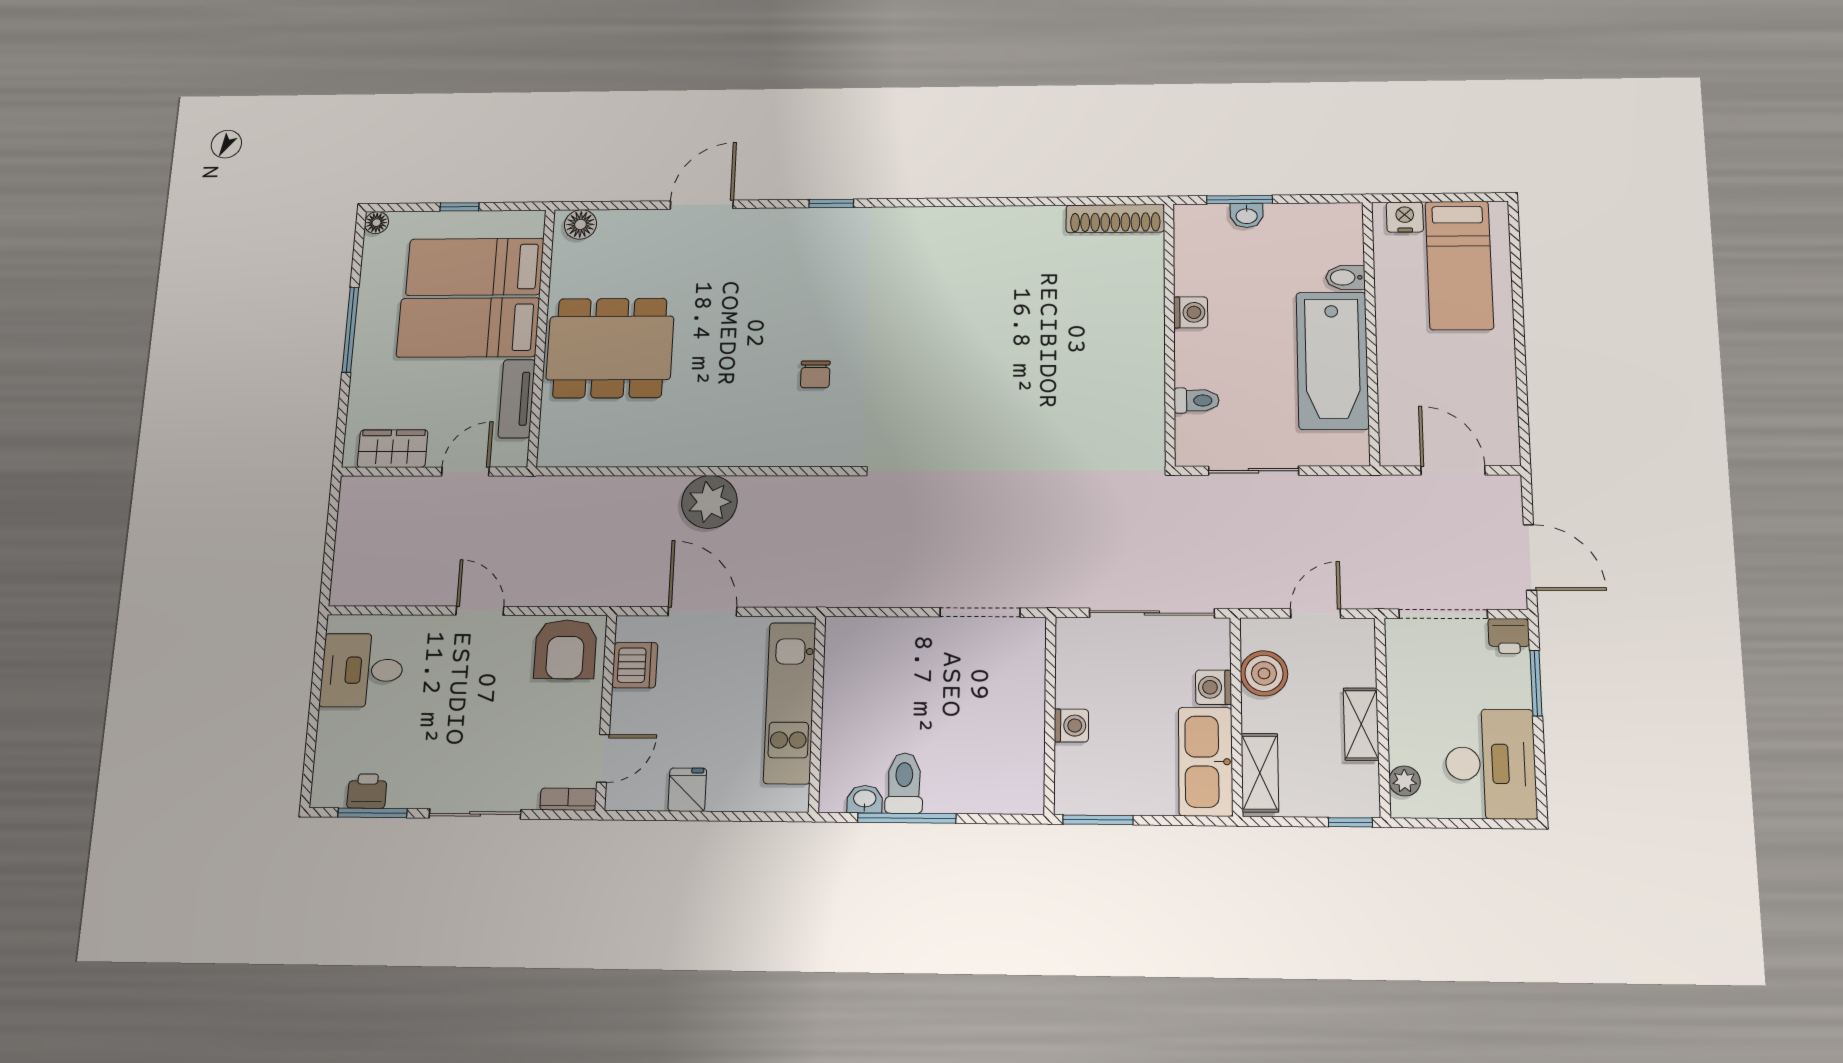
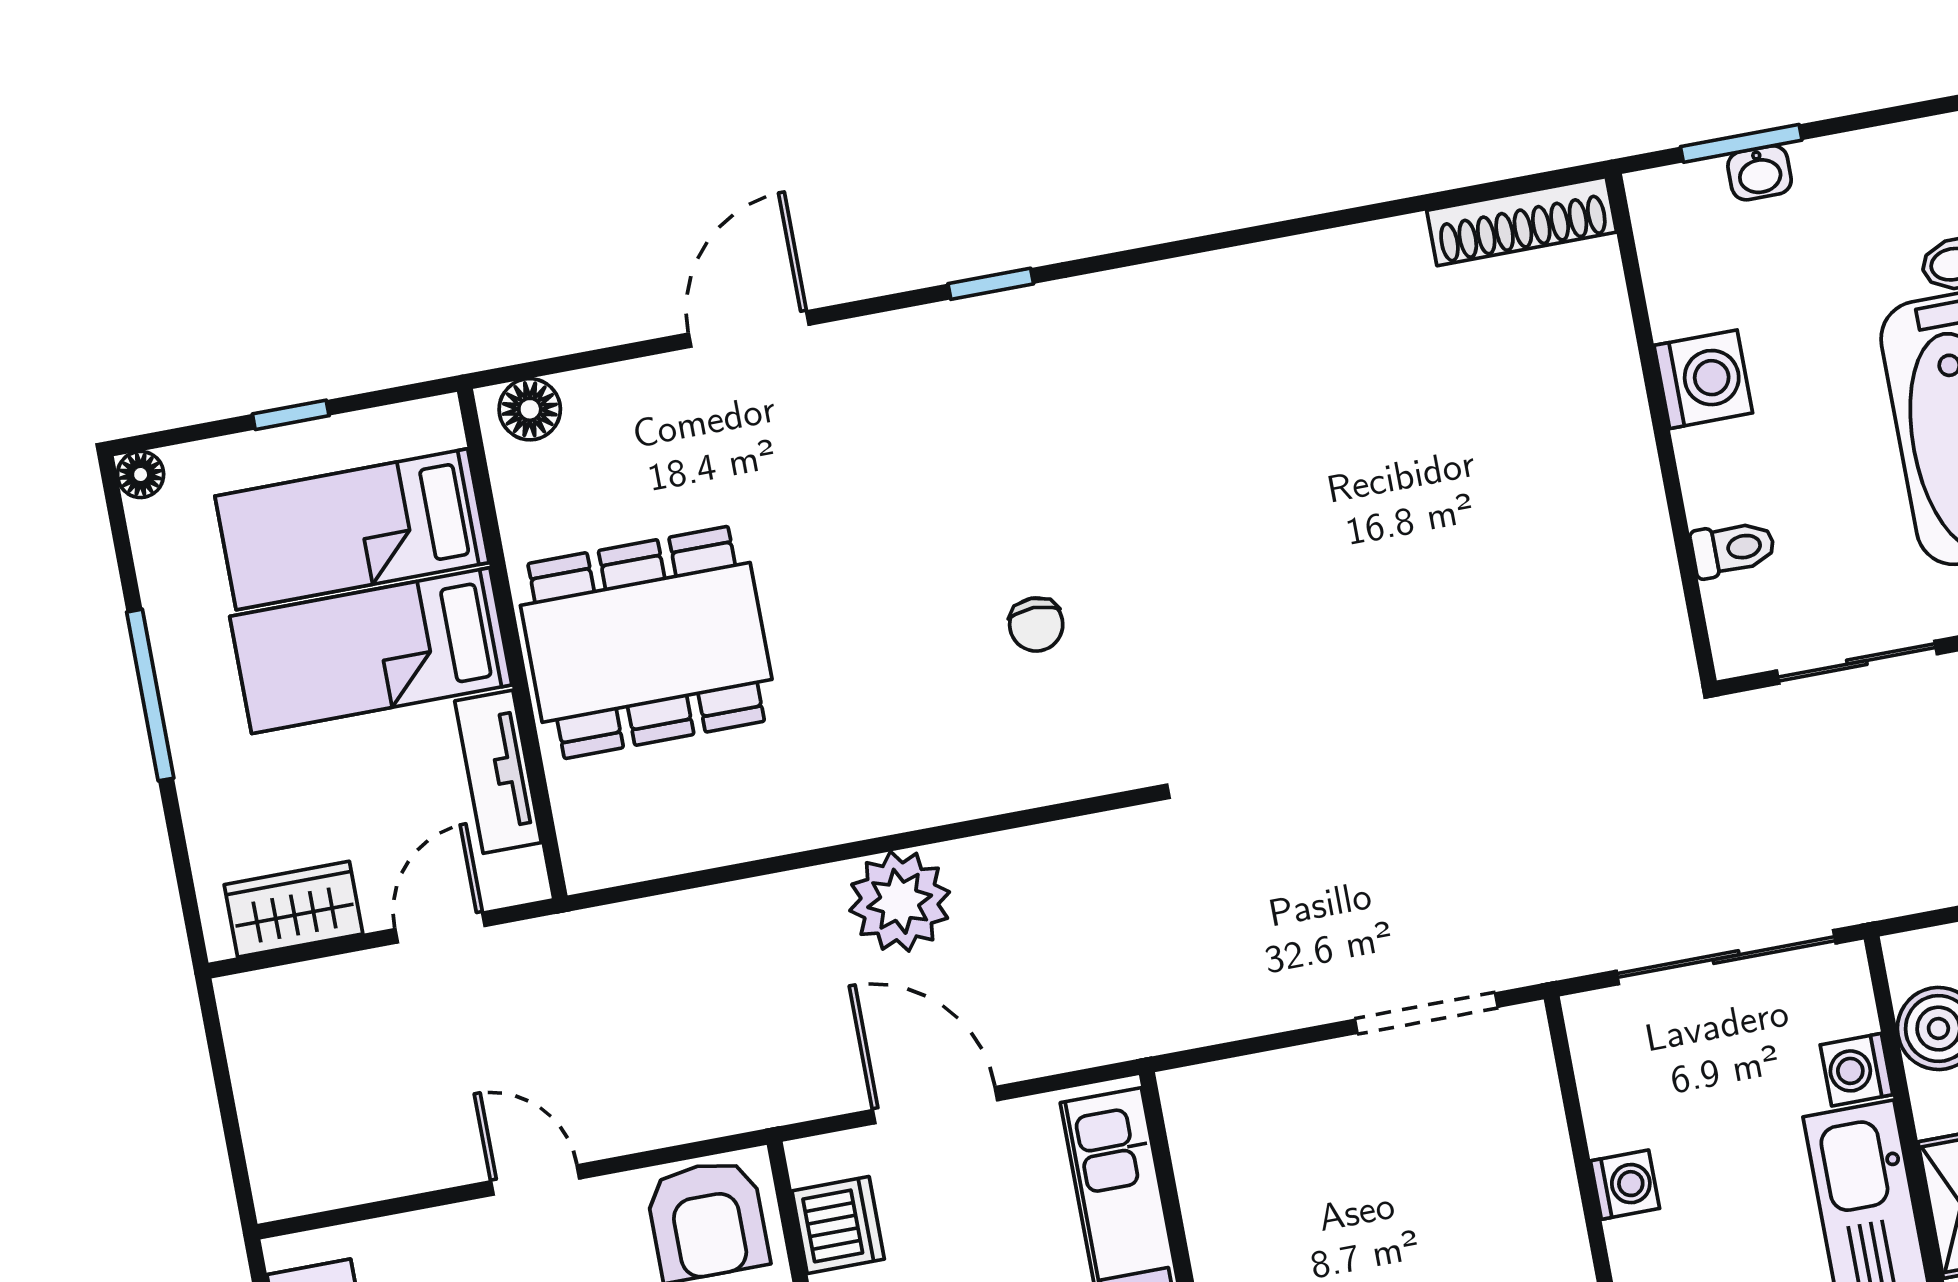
washing machine: (1191, 312) -> (1703, 379), width x1.38, depth x1.38

